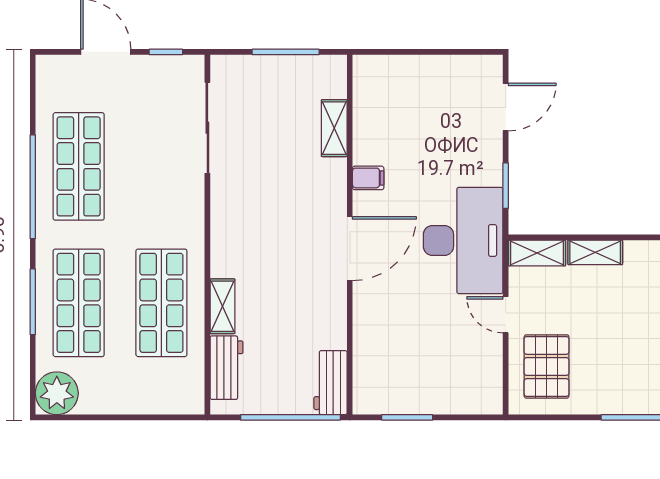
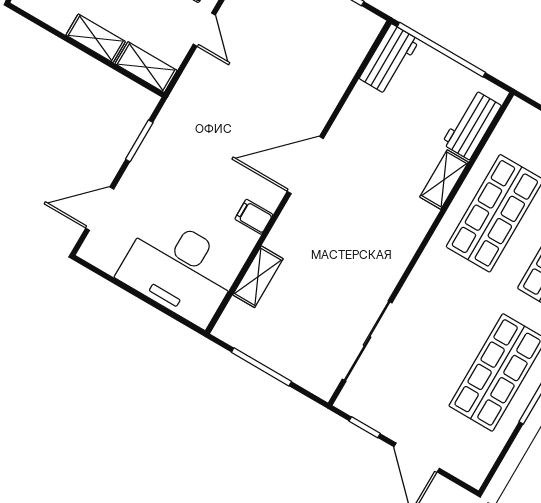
desk: (463, 240) -> (179, 270), moved, turned -90

